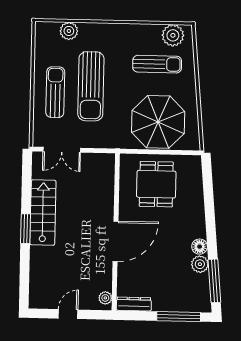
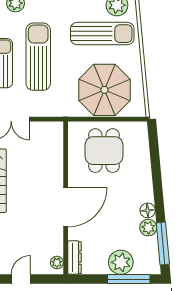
sun lounger: (157, 64) -> (102, 34), width x1.36, depth x1.34
sun lounger: (91, 86) -> (38, 57), turned 180
plant: (171, 299) -> (121, 262), added
dresser: (134, 304) -> (74, 258), moved, turned 90

